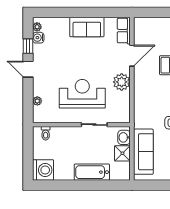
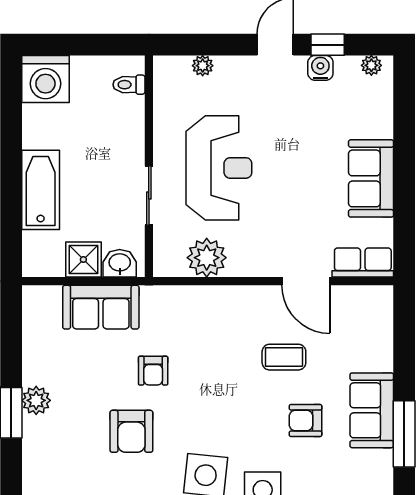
water cooler: (38, 38) -> (320, 68), moved
plant: (122, 82) -> (207, 258), moved
sofa: (143, 152) -> (101, 307), width x0.73

